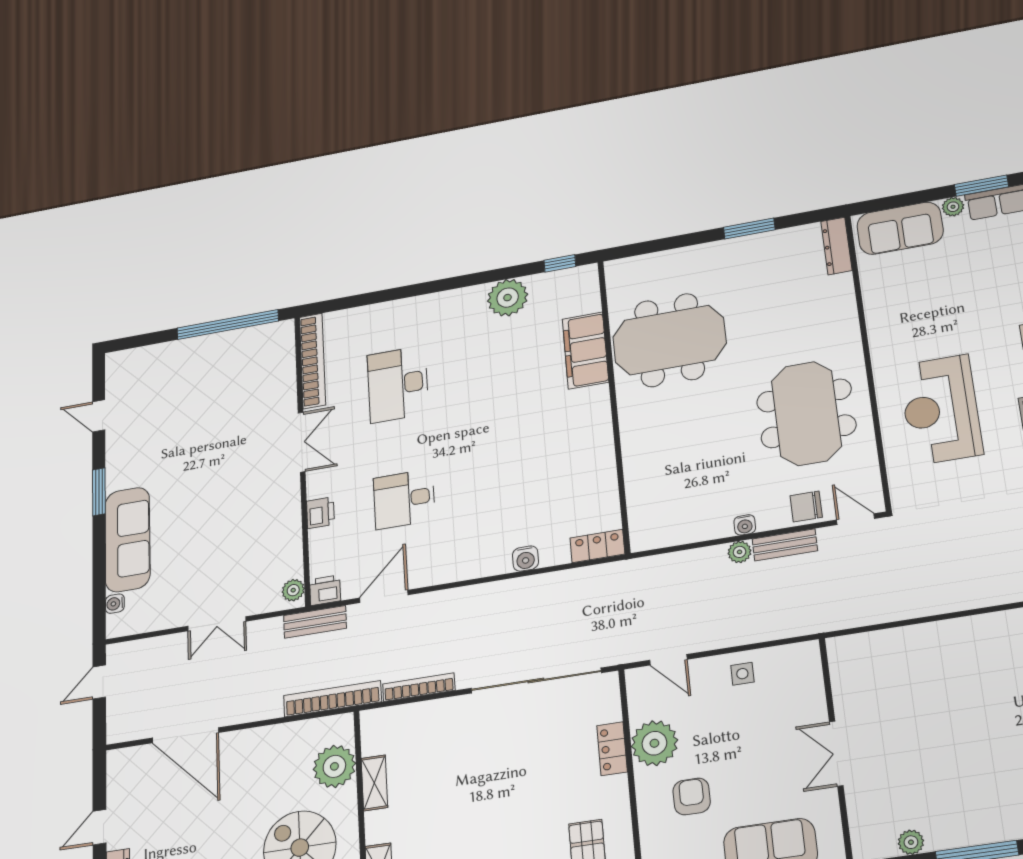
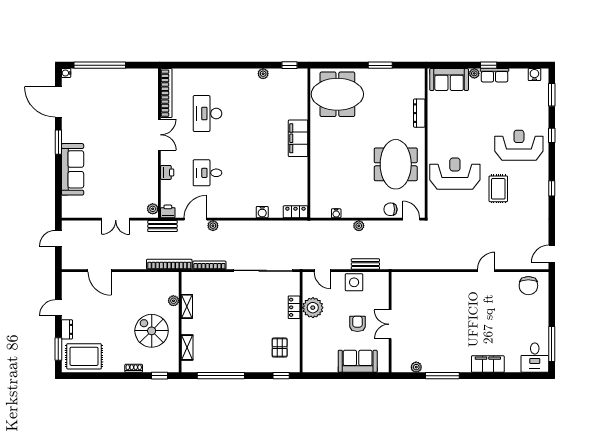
window: (981, 186) -> (489, 65), width x0.67
dresser: (836, 246) -> (419, 113), moved
plant: (508, 298) -> (263, 74), width x0.53, depth x0.53
window: (228, 325) -> (100, 65), moved
meeting table: (669, 340) -> (337, 94), moved
filing cabinet: (586, 350) -> (298, 138), moved
reception desk: (941, 410) -> (455, 174), turned 90
door: (99, 416) -> (58, 102), width x1.88
water cooler: (745, 525) -> (336, 213), moved
bench: (785, 545) -> (365, 264), moved
water cooler: (115, 604) -> (66, 73), moved
plant: (422, 604) -> (213, 226), added
side table: (742, 674) -> (354, 282), width x1.87, depth x1.87
door: (185, 735) -> (100, 271), width x0.73
plant: (334, 766) -> (173, 301), width x0.53, depth x0.53
armchair: (692, 796) -> (357, 324), moved

